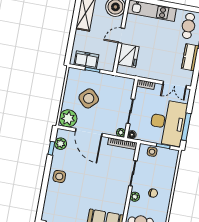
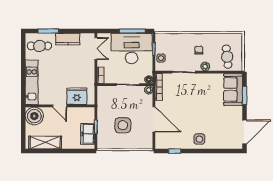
side table: (89, 98) -> (123, 125), turned 45
plant: (68, 118) -> (145, 141), removed
door: (89, 132) -> (154, 119), hinge flipped
plant: (61, 144) -> (169, 143), removed

